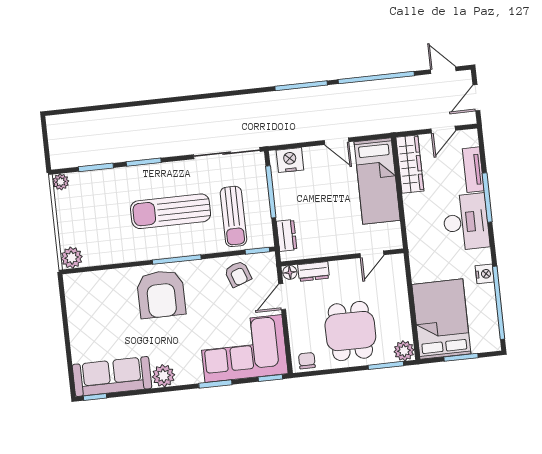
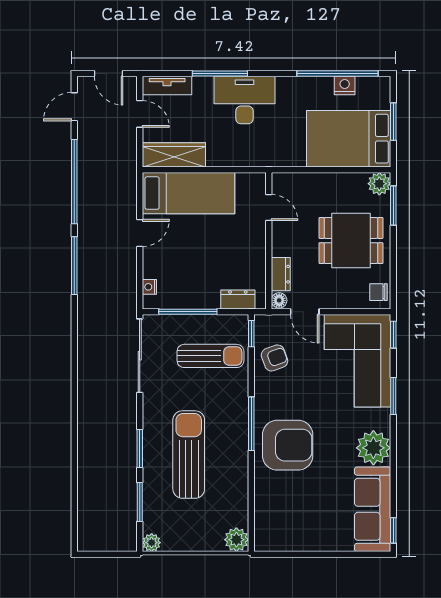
nightstand: (290, 160) -> (149, 287), width x0.53, depth x0.56
tv unit: (473, 170) -> (167, 86), moved
sun lounger: (171, 211) -> (189, 455), moved, turned 180
nightstand: (485, 274) -> (345, 86), moved
plant: (163, 376) -> (373, 448), width x1.36, depth x1.36

